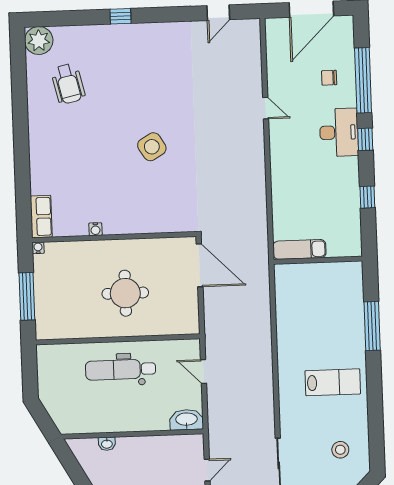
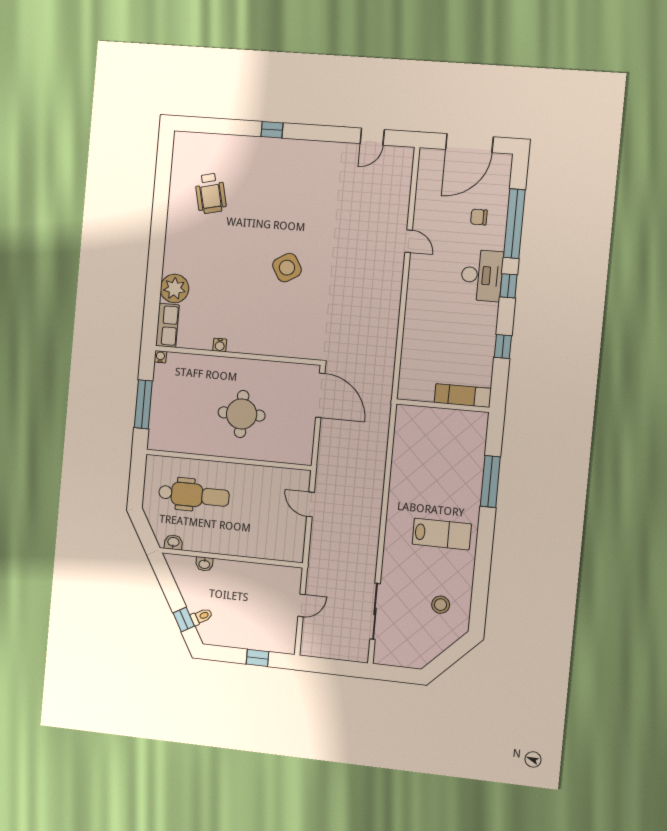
plant: (39, 41) -> (174, 289), moved
exam couch: (299, 249) -> (463, 396), moved
dental chair: (121, 370) -> (194, 495), moved, turned 180
washbasin: (187, 420) -> (173, 542), moved, width x0.52, depth x0.69

